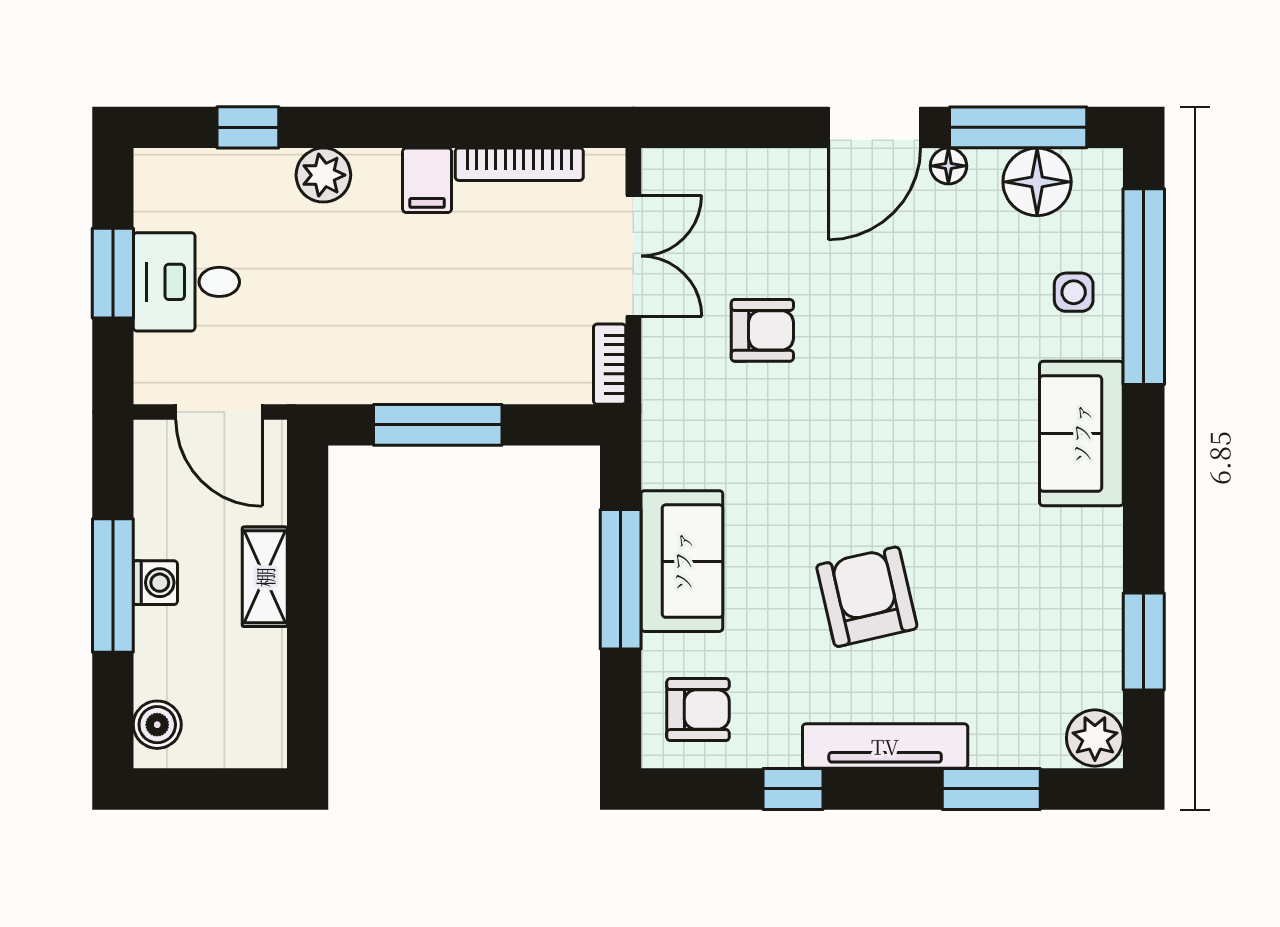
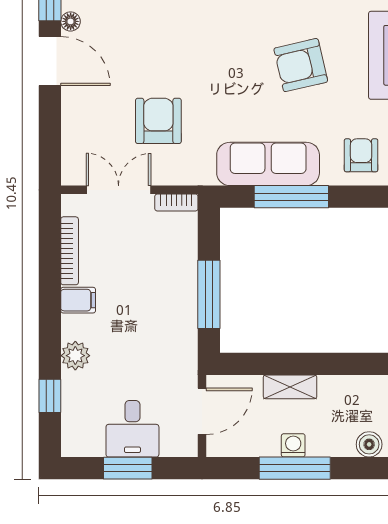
armchair: (762, 330) -> (158, 121), width x1.38, depth x1.38
sofa: (682, 561) -> (268, 164), width x1.36

